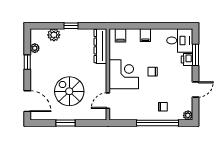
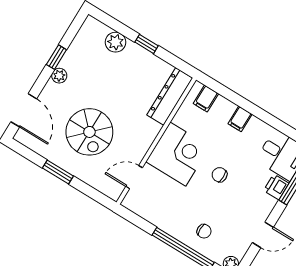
plant: (35, 48) -> (59, 76), moved
spiral stairs: (69, 91) -> (89, 132), turned 180

